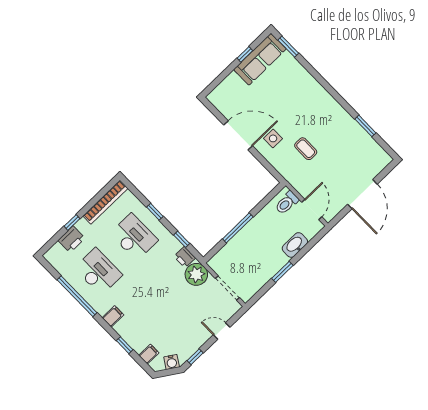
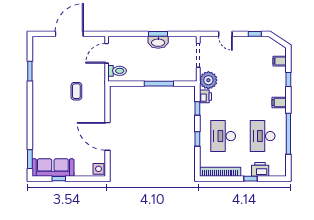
side table: (273, 138) -> (99, 169), moved
washbasin: (295, 245) -> (158, 42), moved
water cooler: (172, 362) -> (271, 44), removed

